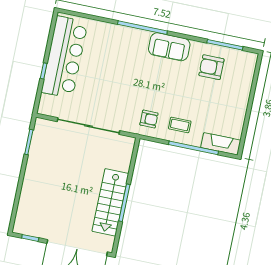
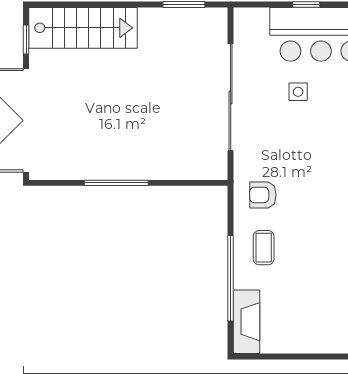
side table: (93, 86) -> (298, 92), added
armchair: (149, 119) -> (263, 195), turned 90
stairs: (110, 202) -> (83, 28), moved, turned 180

